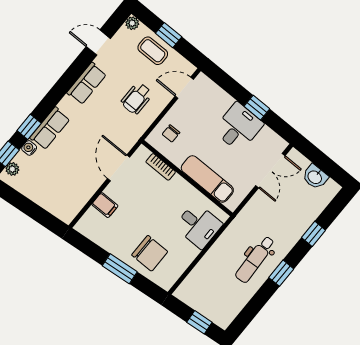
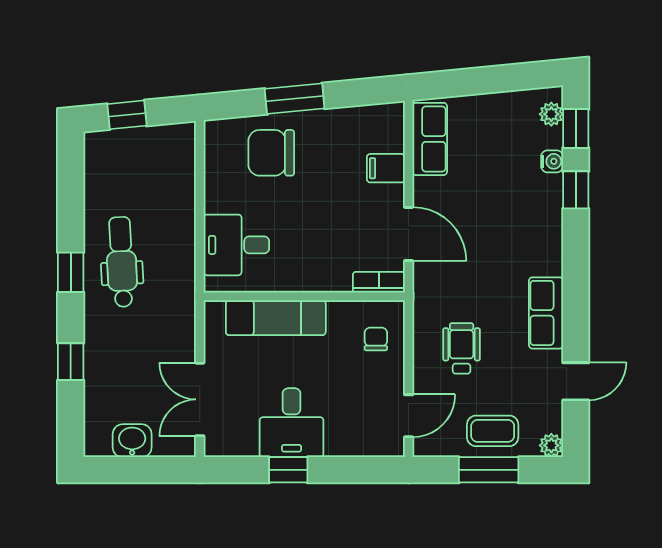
window: (169, 35) -> (489, 470), width x1.50
row of seats: (50, 128) -> (430, 139), moved, turned 180
bookcase: (161, 167) -> (379, 282), moved

